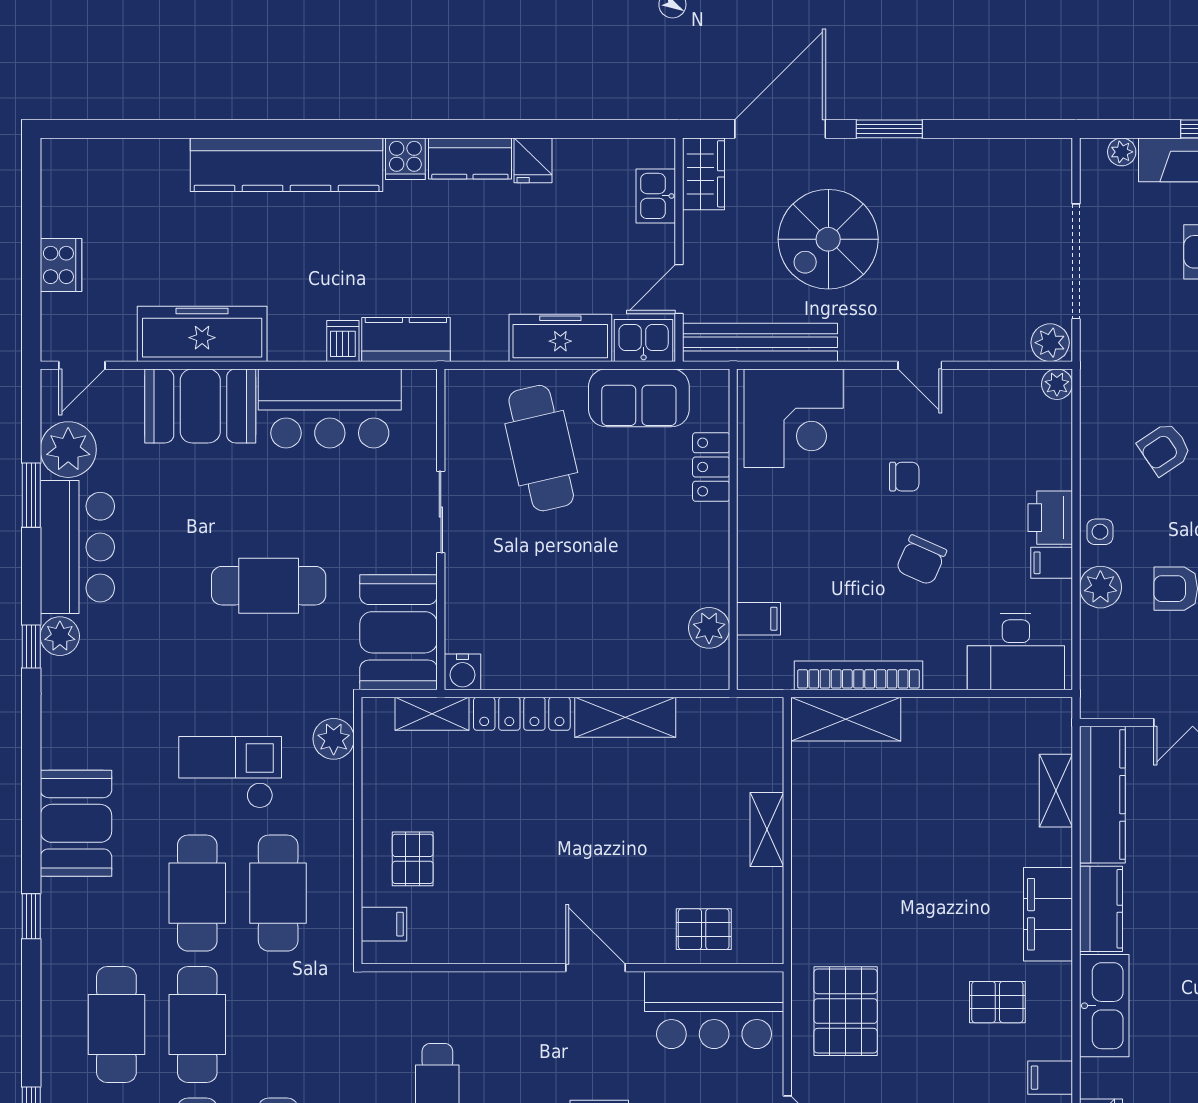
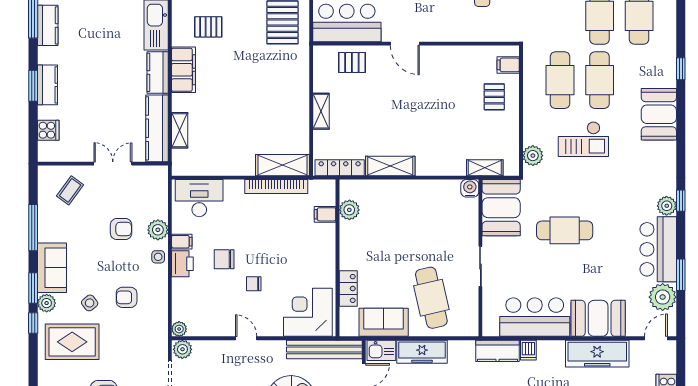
armchair: (1165, 449) -> (127, 297), turned -146
chair: (921, 560) -> (224, 259), moved, turned -114
locker: (522, 714) -> (340, 168), moved

